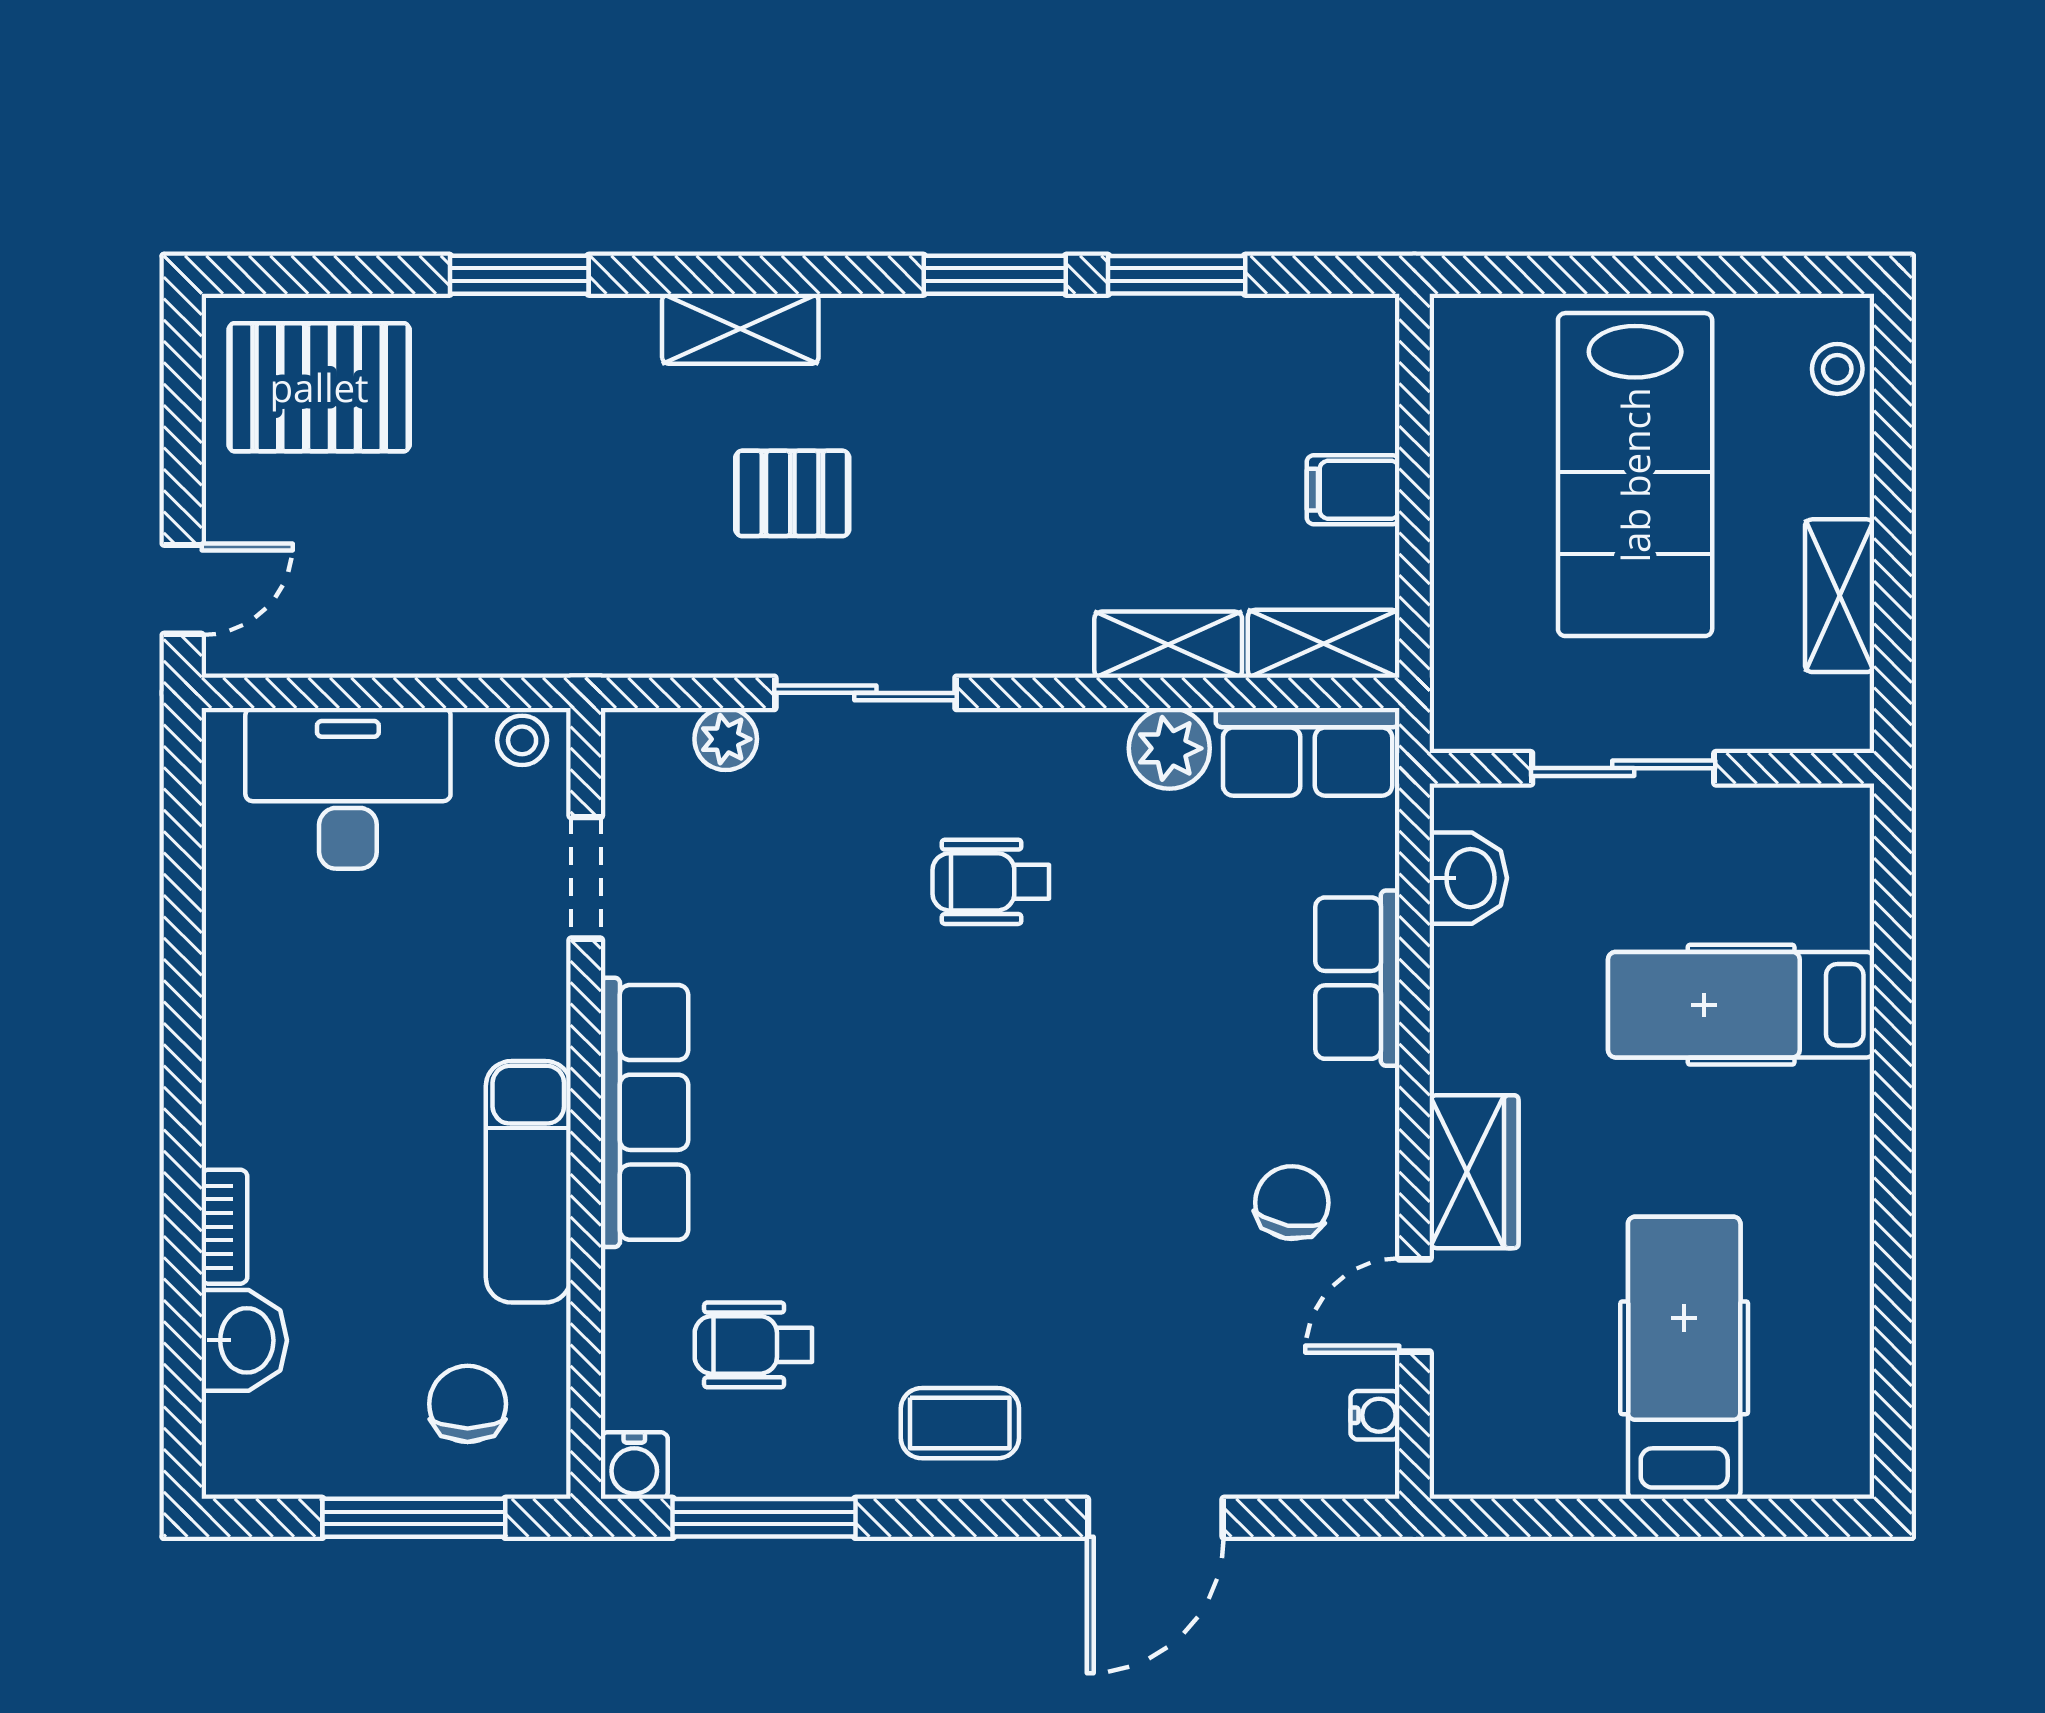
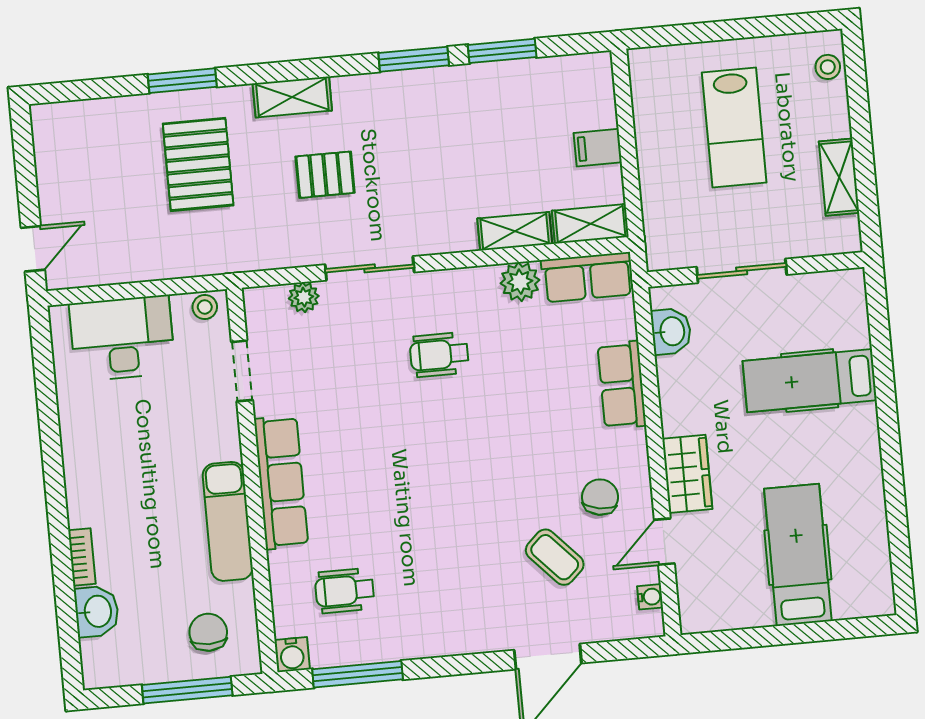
pallet: (319, 387) -> (198, 164), moved, turned 90
lab bench: (1635, 475) -> (734, 127), width x0.73, depth x0.72
coffee table: (960, 1423) -> (555, 557), moved, turned 47

